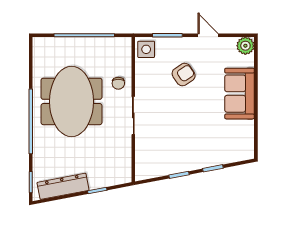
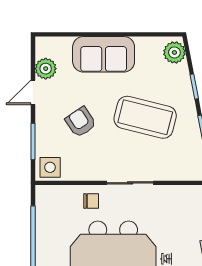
plant: (245, 46) -> (46, 69), moved
coffee table: (187, 128) -> (145, 117), added
plant: (241, 152) -> (174, 52), added

